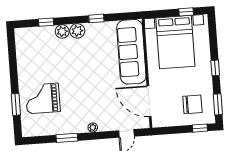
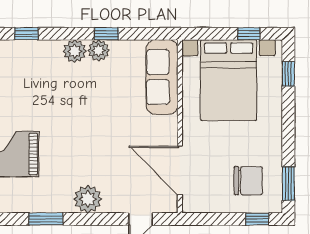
plant: (62, 32) -> (99, 50), moved
sofa: (131, 52) -> (162, 77), width x0.74, depth x0.79
window: (215, 68) -> (288, 74), moved
plant: (93, 127) -> (88, 199), width x1.88, depth x1.88

